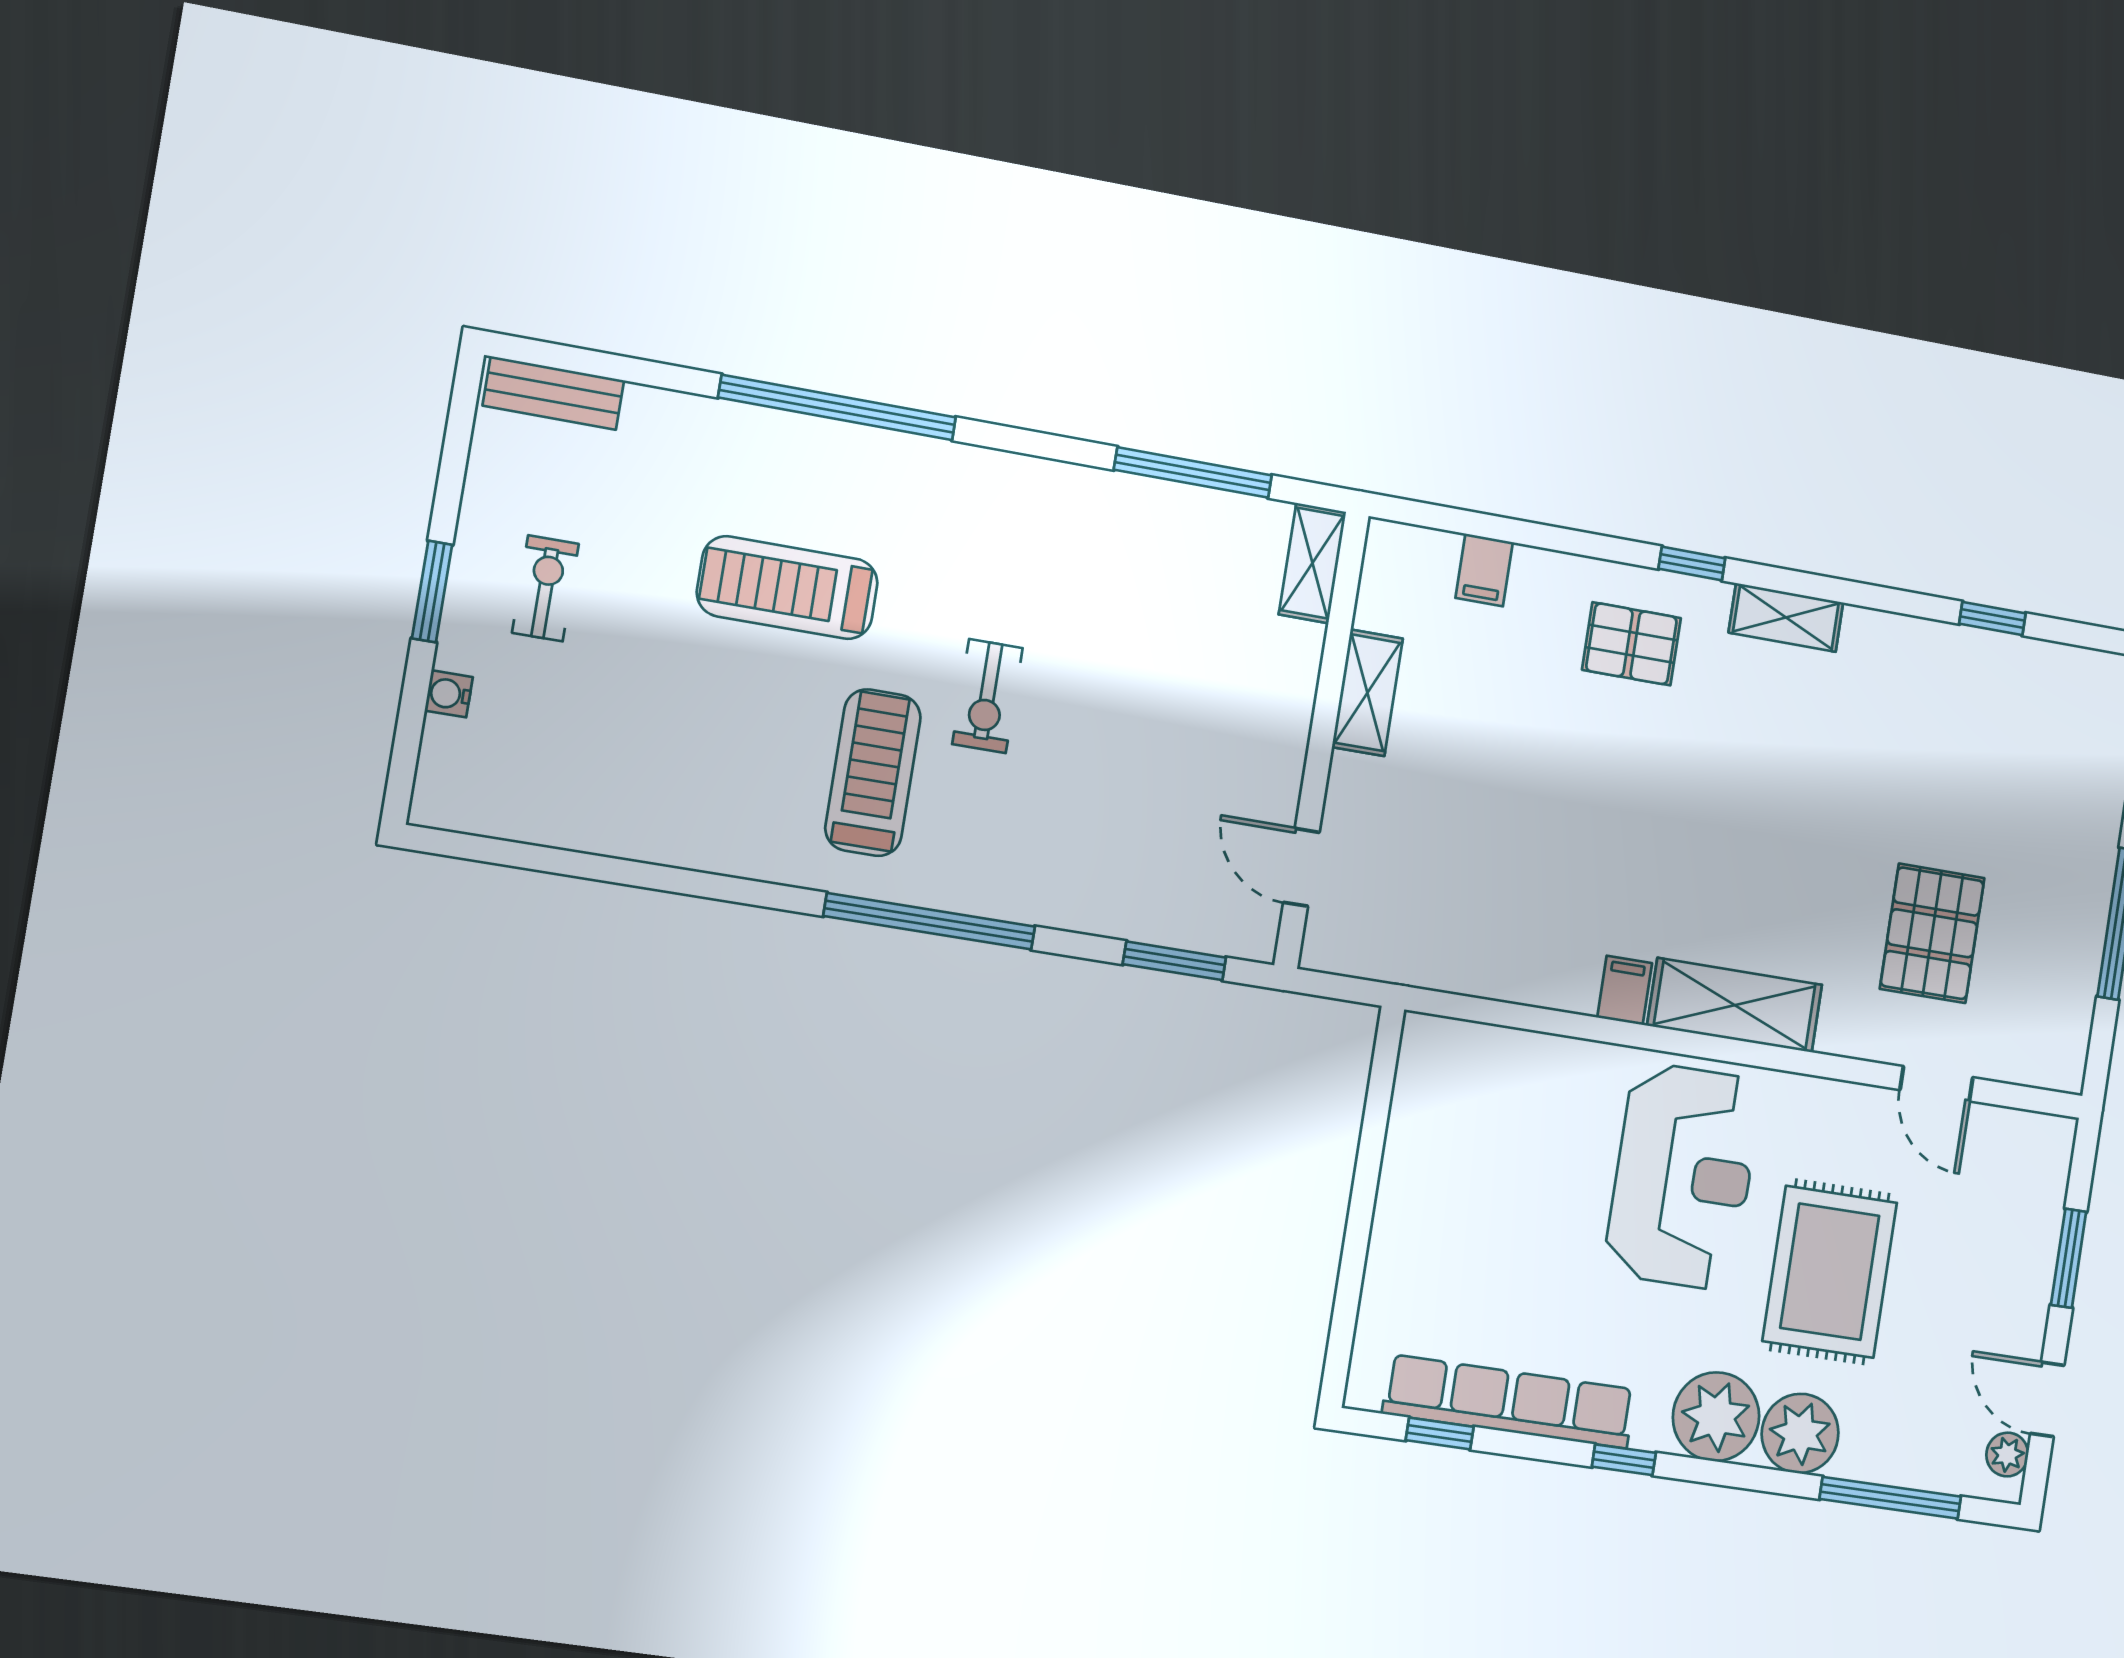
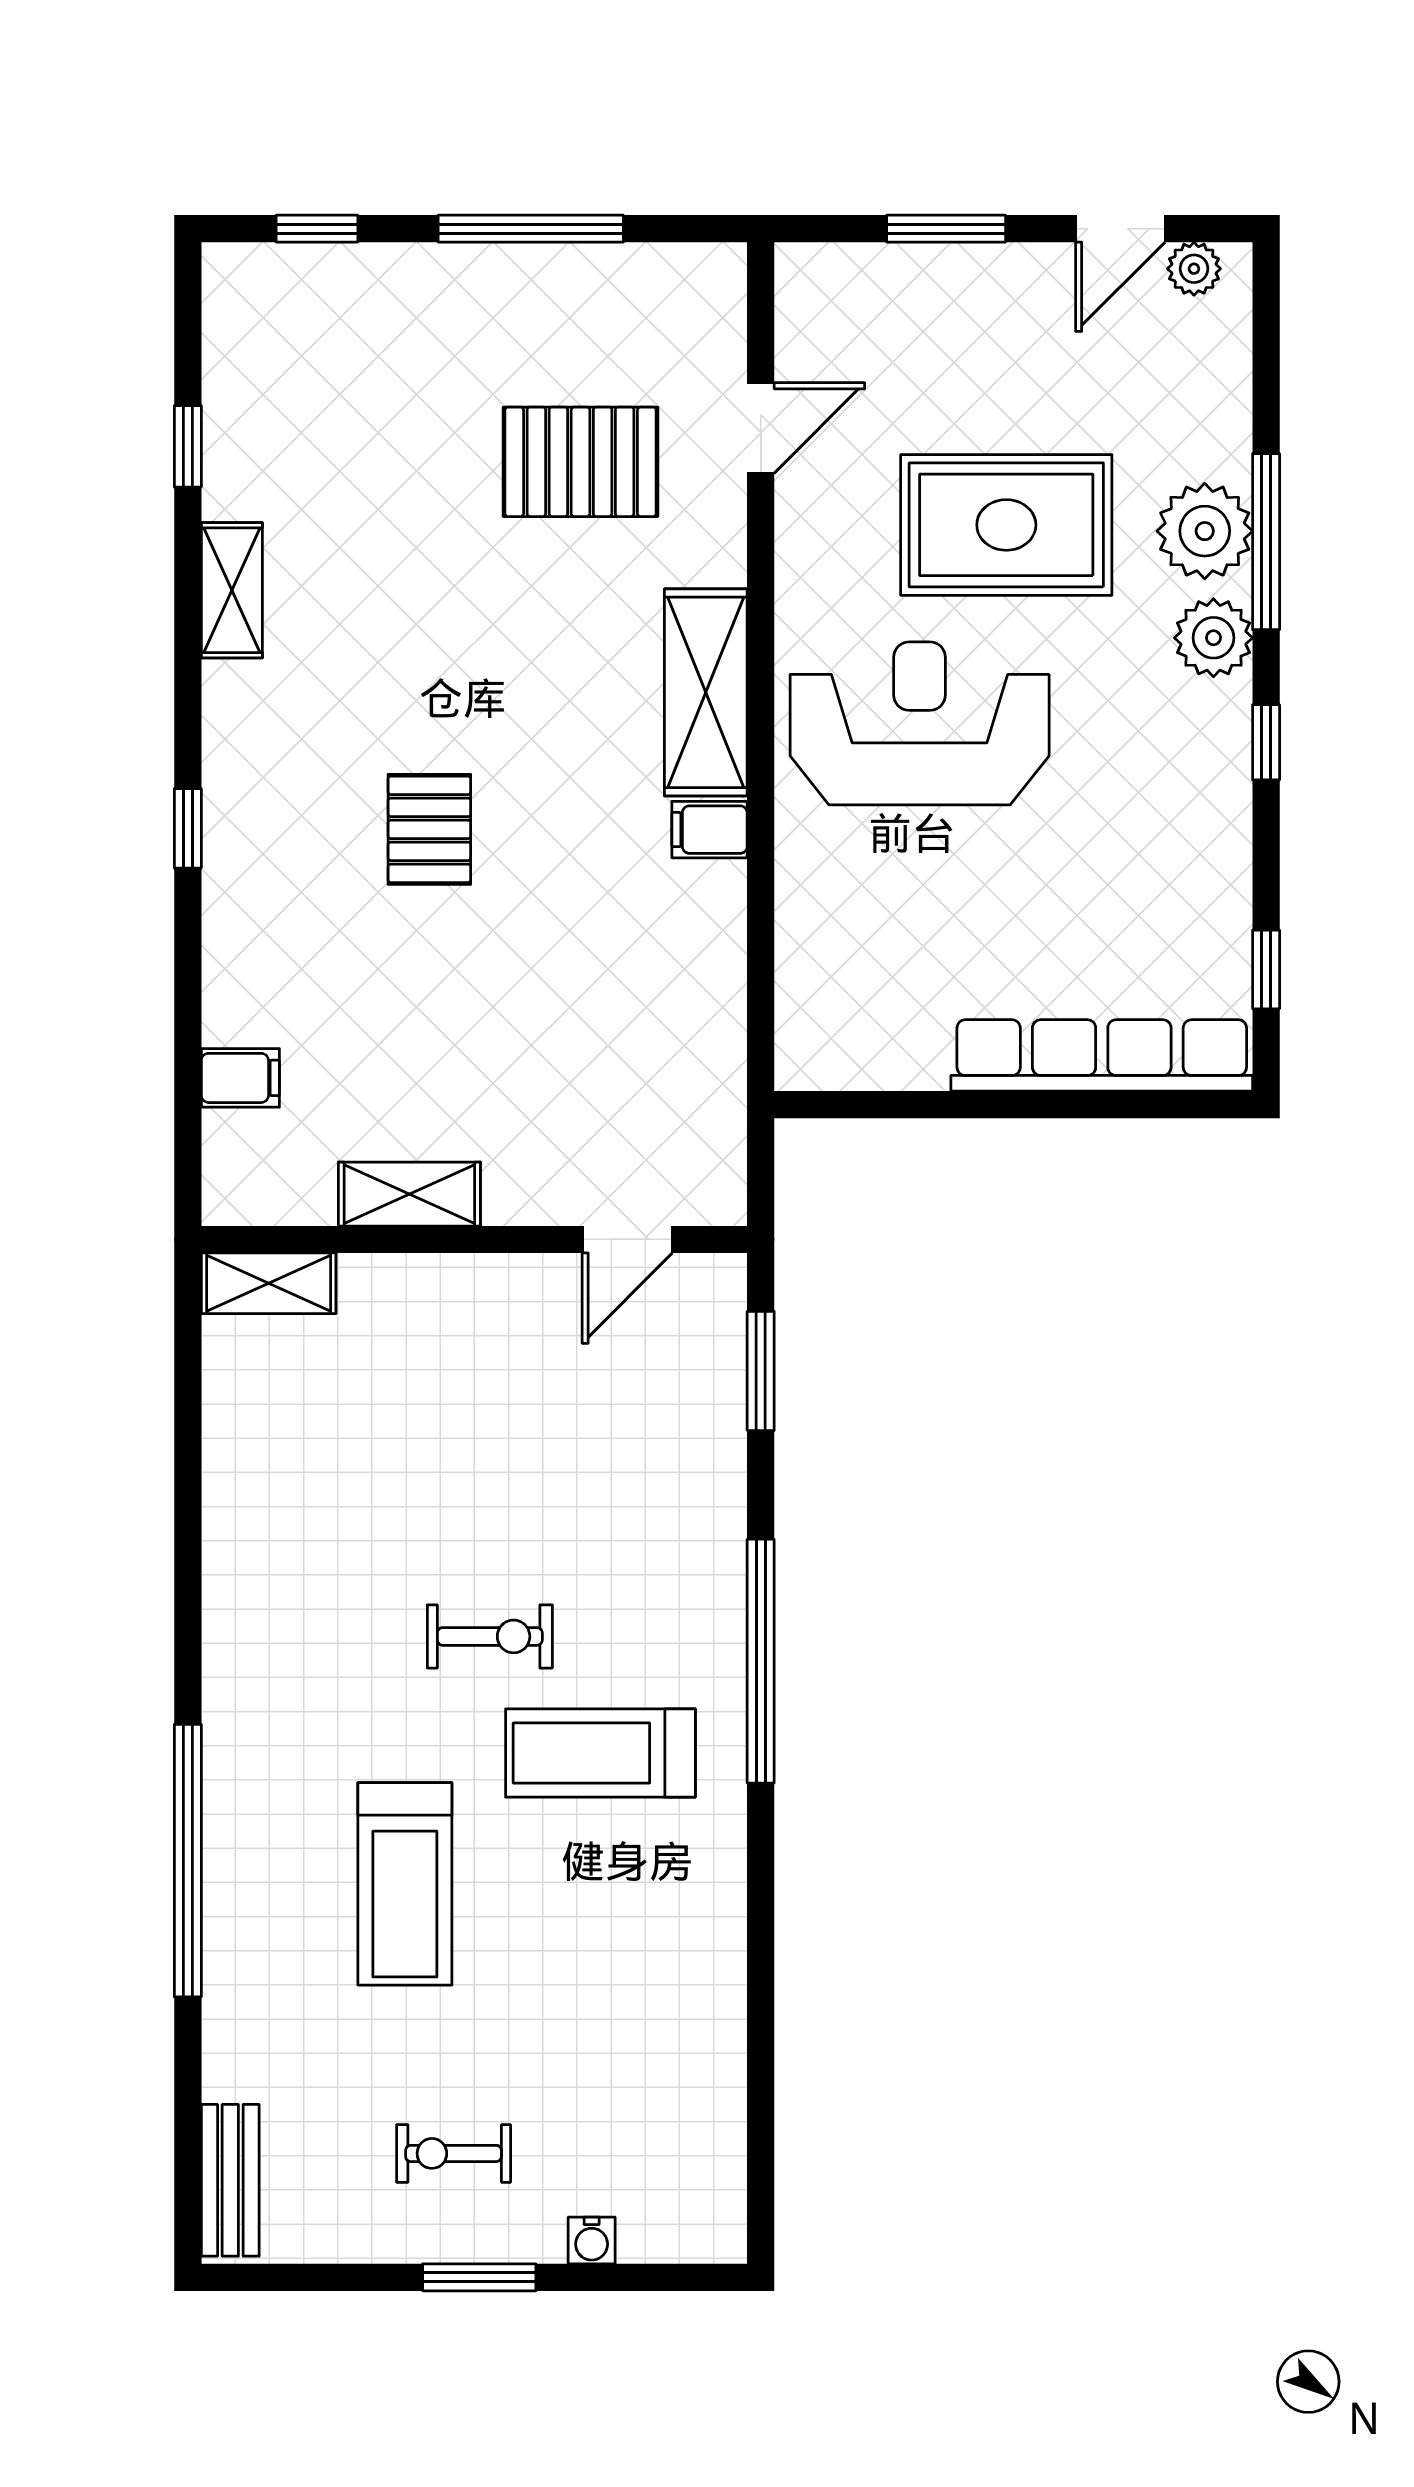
window: (1193, 472) -> (188, 1440), removed
shelving: (1786, 617) -> (232, 590), moved
pallet: (1631, 644) -> (429, 829), moved
row of seats: (1509, 1402) -> (1102, 1055), moved, turned 90
plant: (1716, 1417) -> (1213, 638), width x0.73, depth x0.73
window: (1890, 1498) -> (1266, 542), moved

